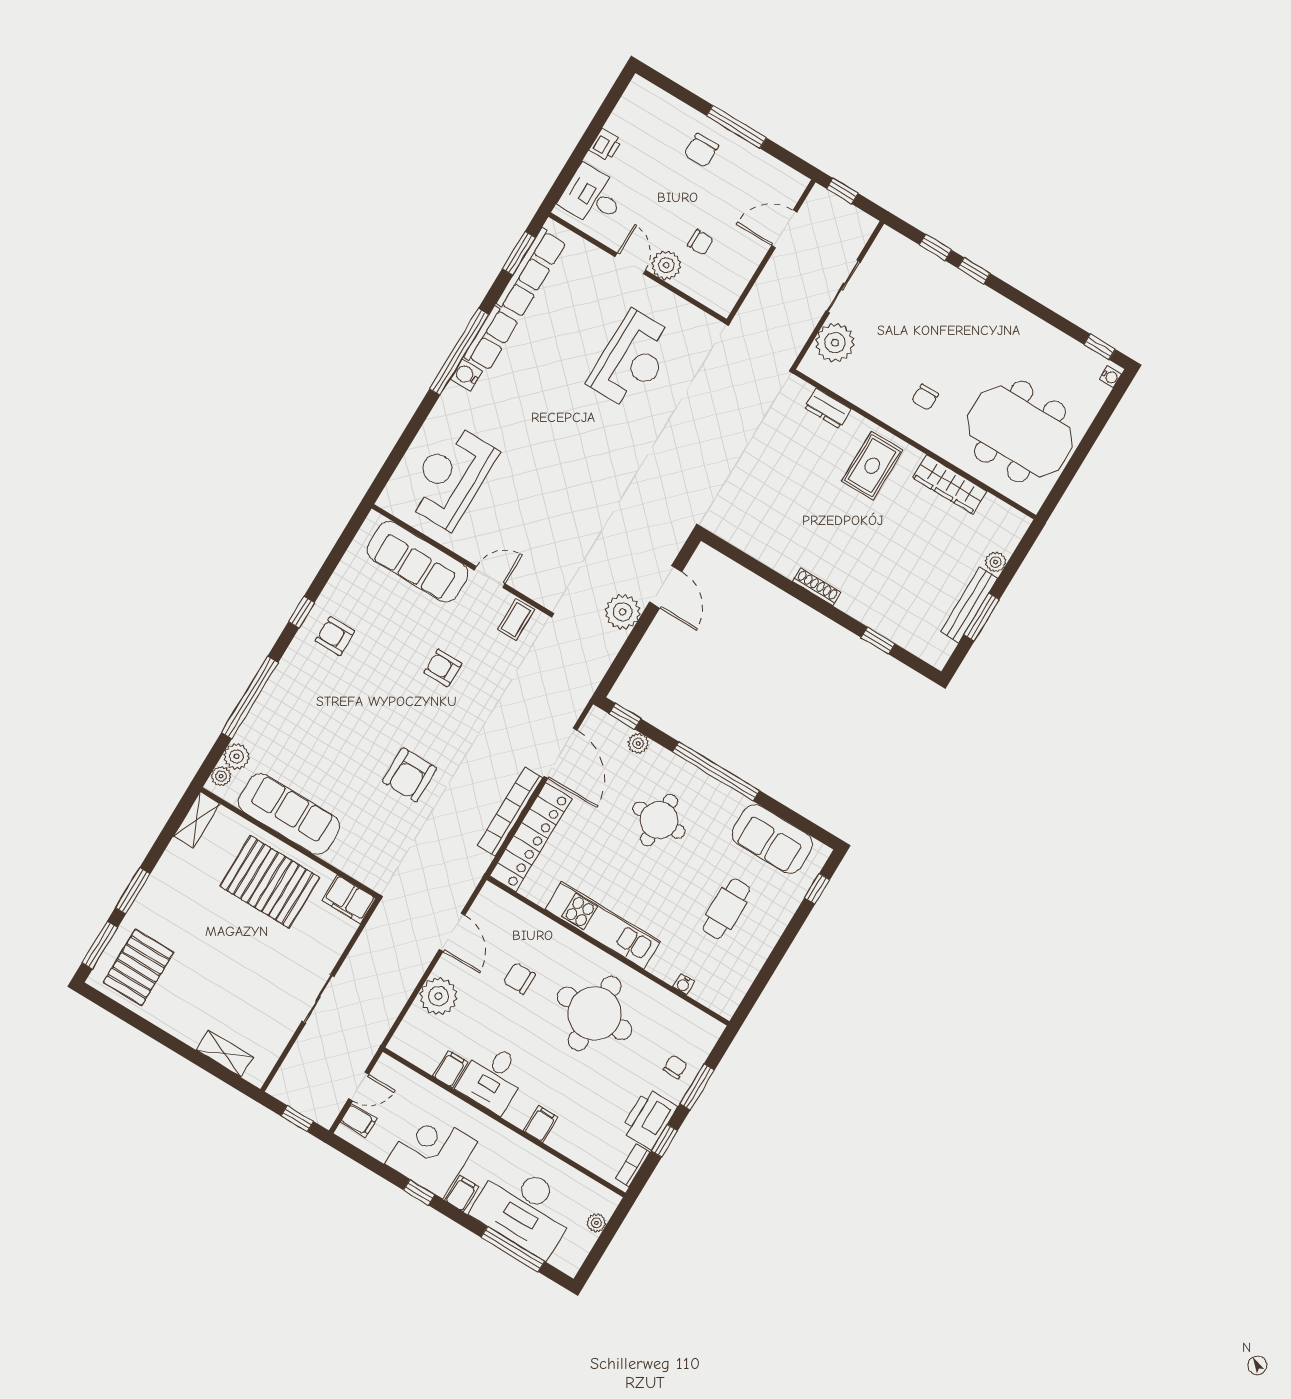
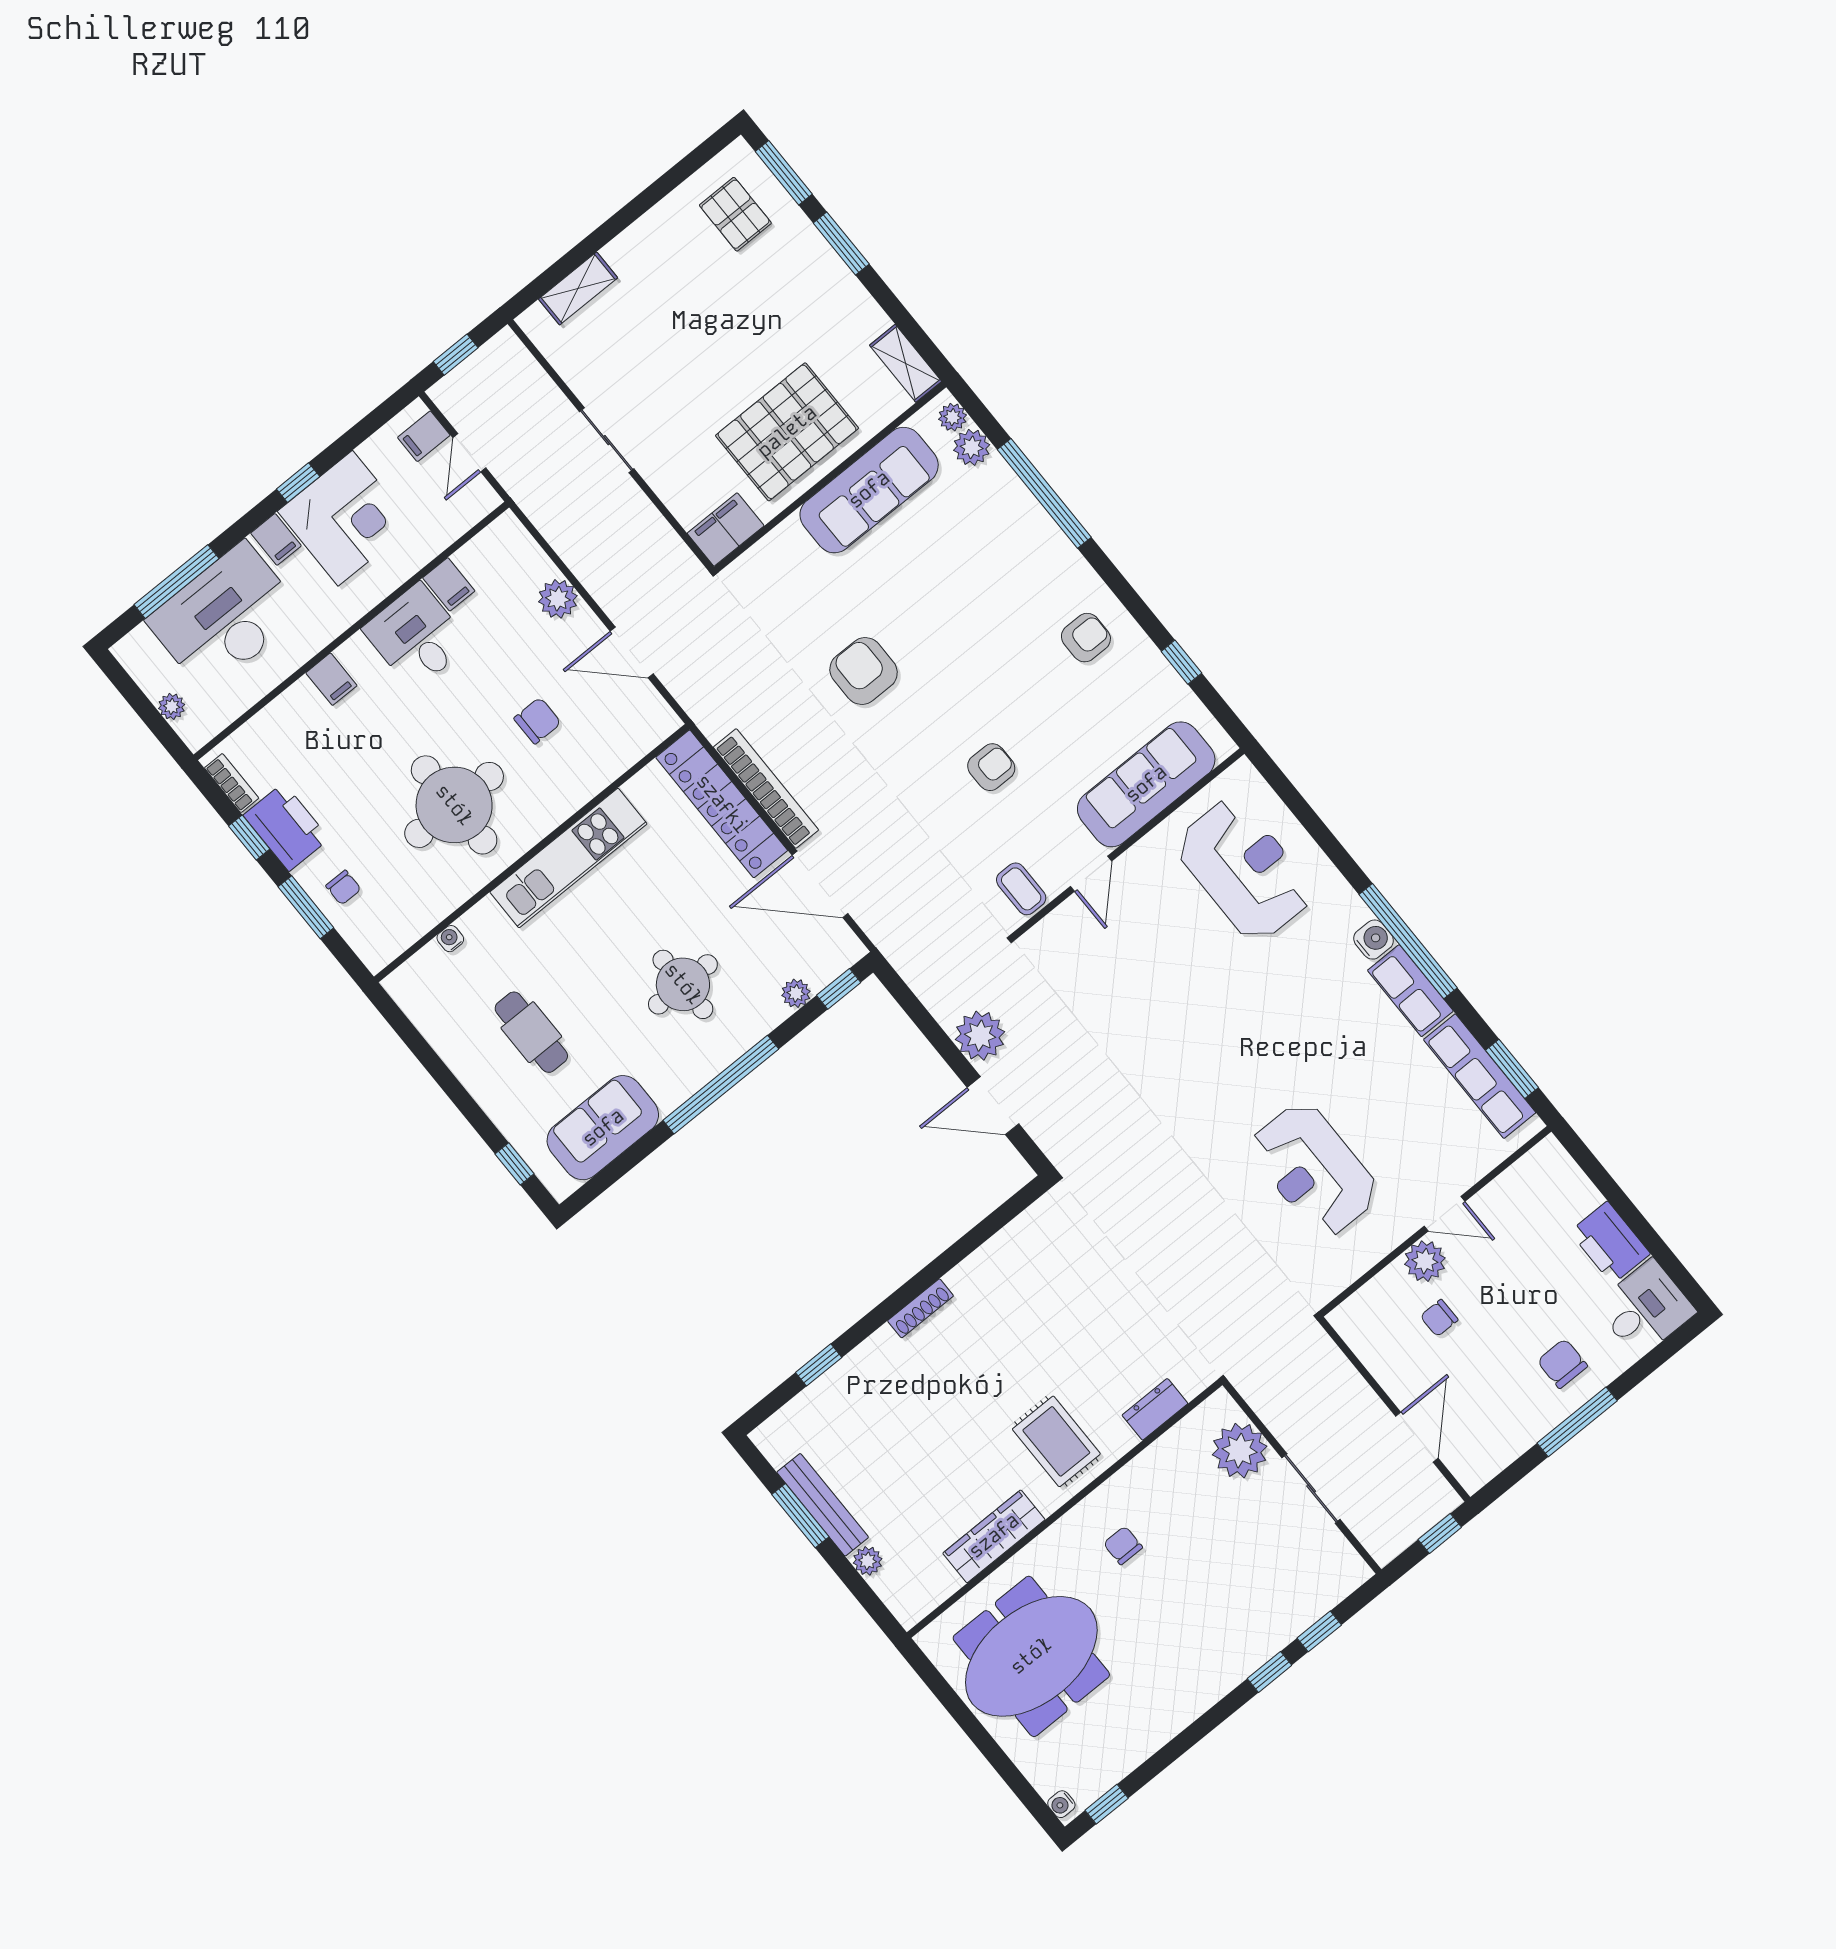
printer: (606, 145) -> (1610, 1243), width x1.87, depth x1.48
desk: (592, 197) -> (1645, 1309), moved
window: (301, 612) -> (1181, 662), moved
pallet: (138, 967) -> (735, 214), width x0.67, depth x0.71
plant: (438, 996) -> (558, 599), width x0.73, depth x0.73

